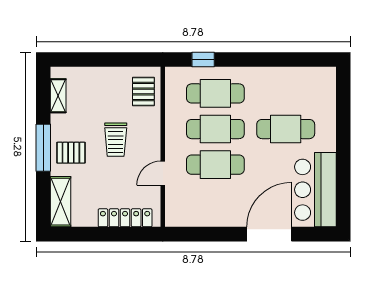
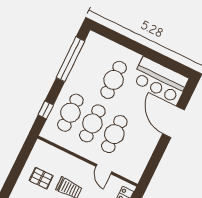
window: (285, 59) -> (70, 59), added
pallet: (143, 91) -> (41, 178), moved

